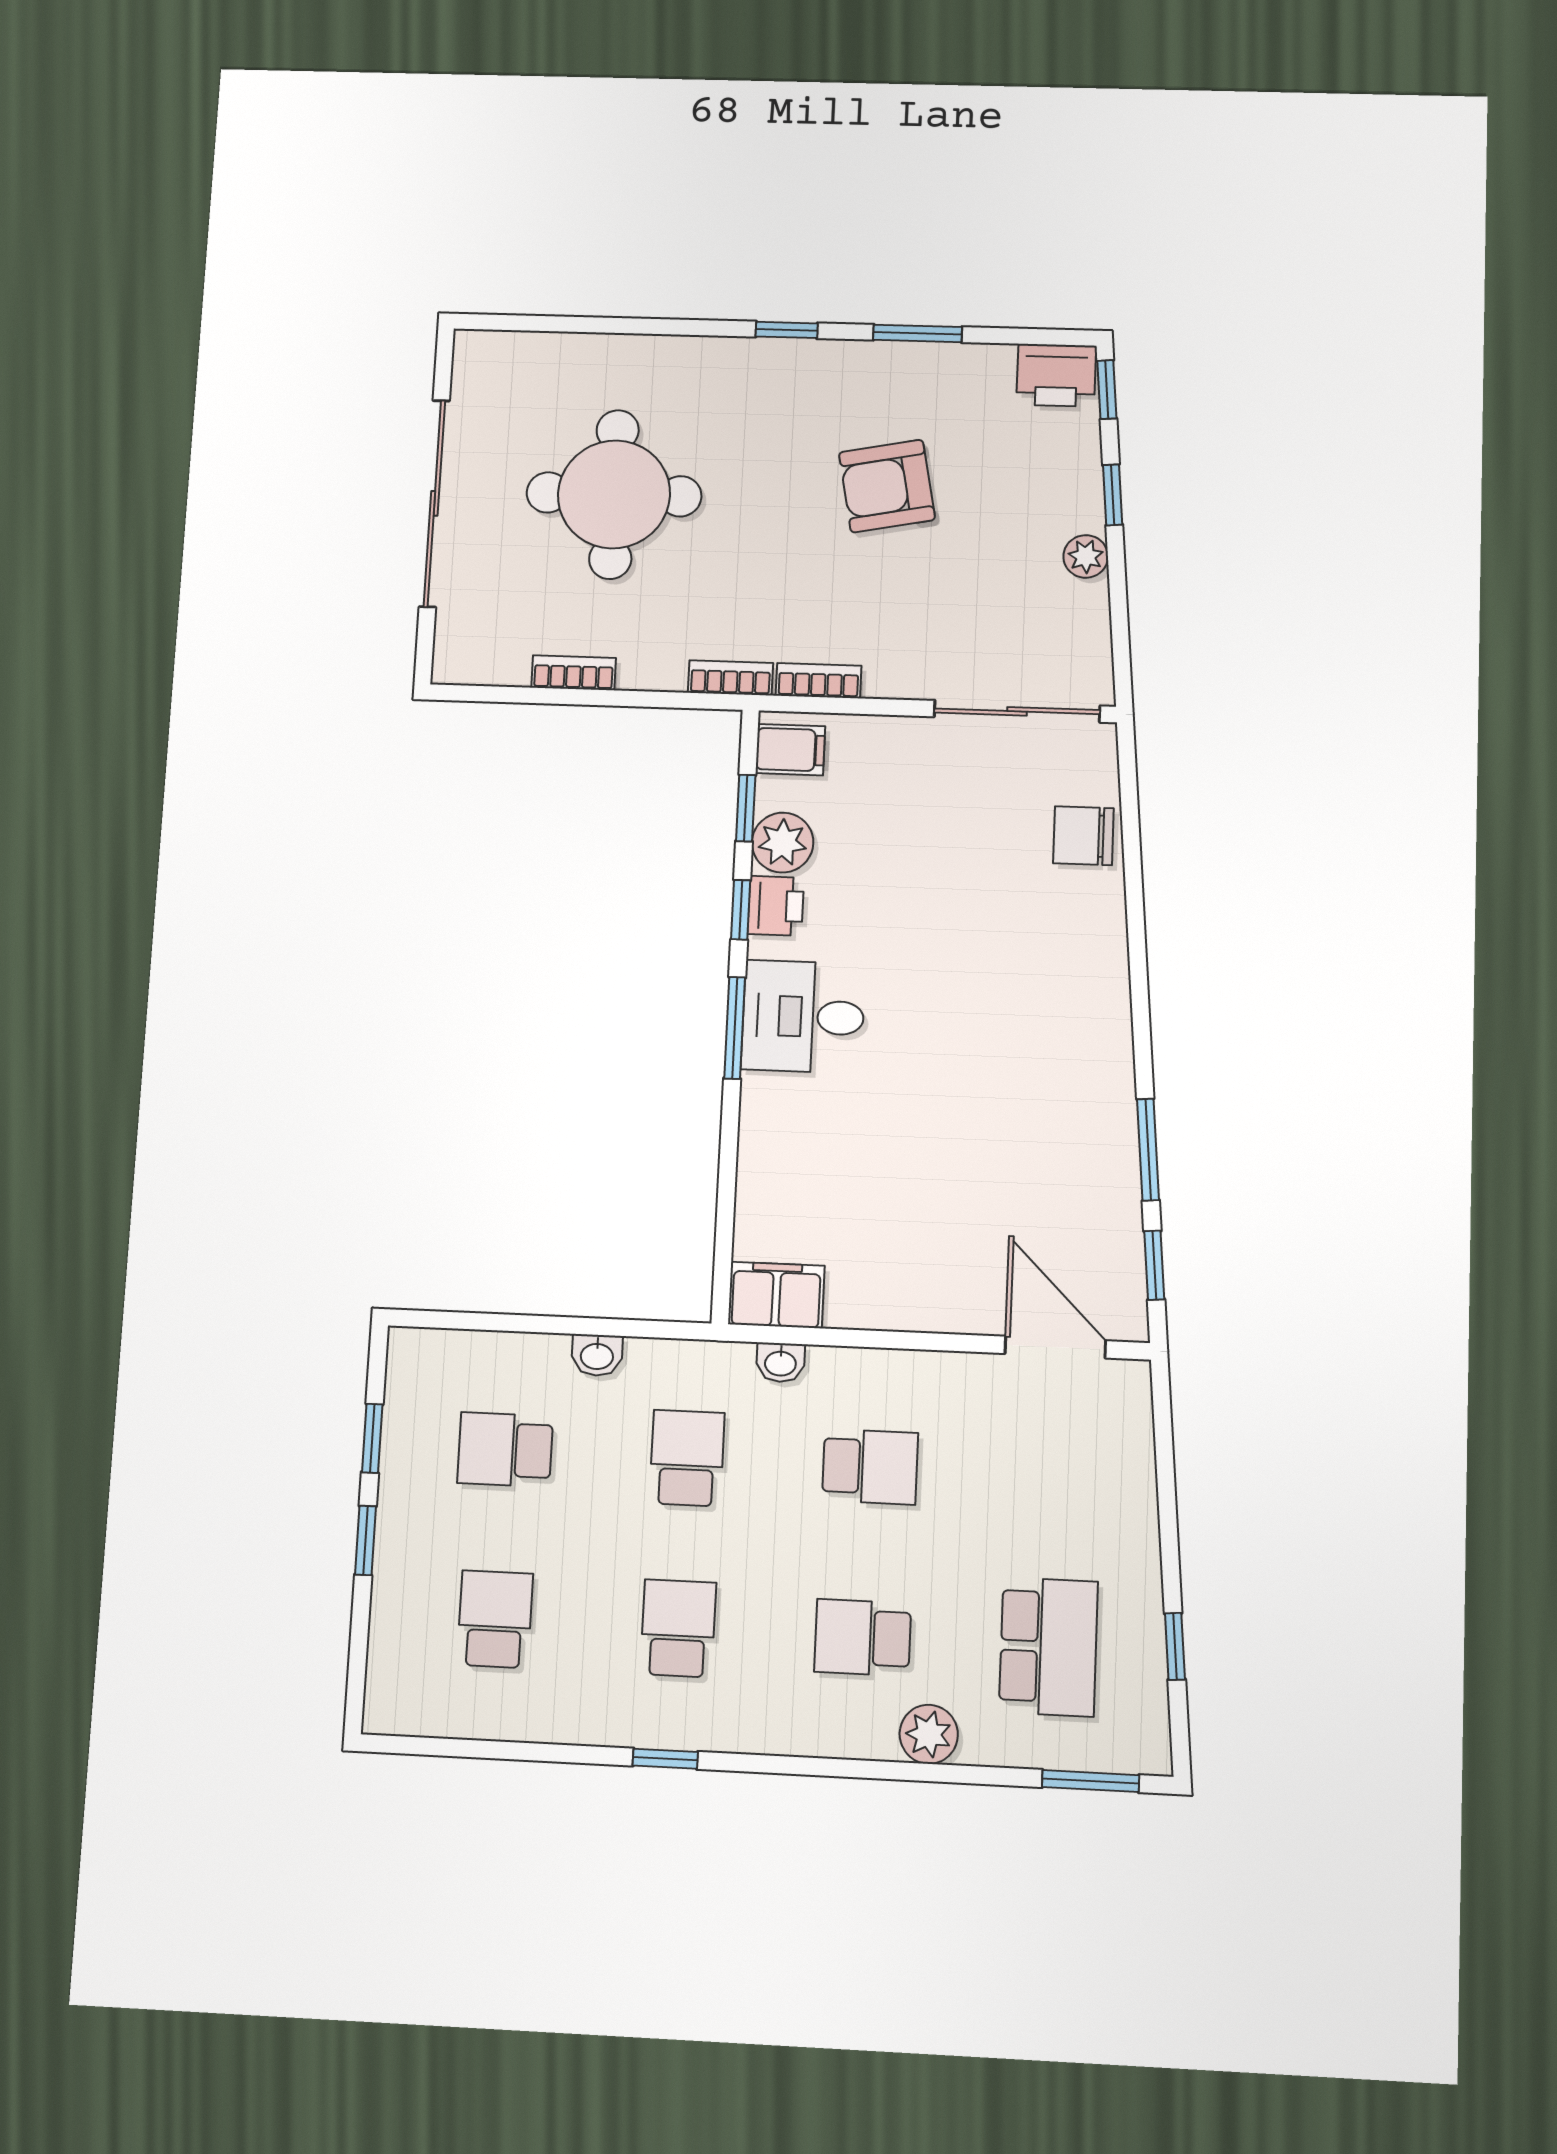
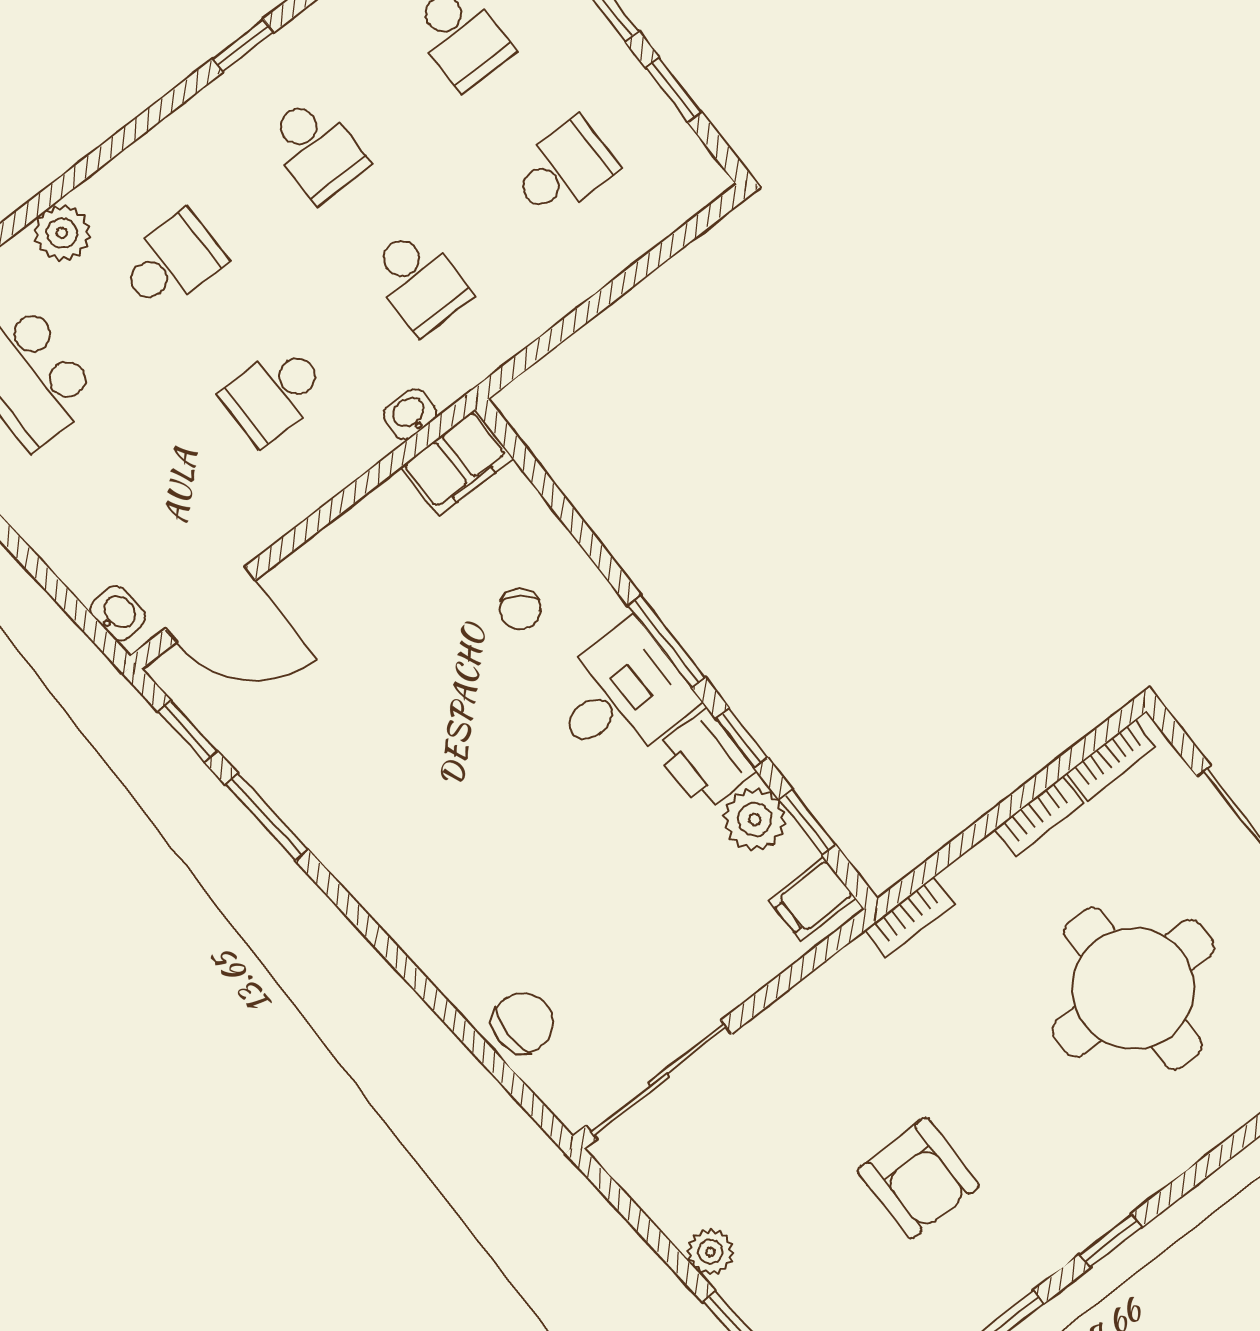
armchair: (887, 486) -> (918, 1178), turned 101
bookcase: (818, 681) -> (1111, 760), moved
printer: (776, 906) -> (705, 760), width x1.36, depth x1.24
chair: (823, 1144) -> (520, 609), added
washbasin: (597, 1355) -> (118, 613), moved, turned 85

